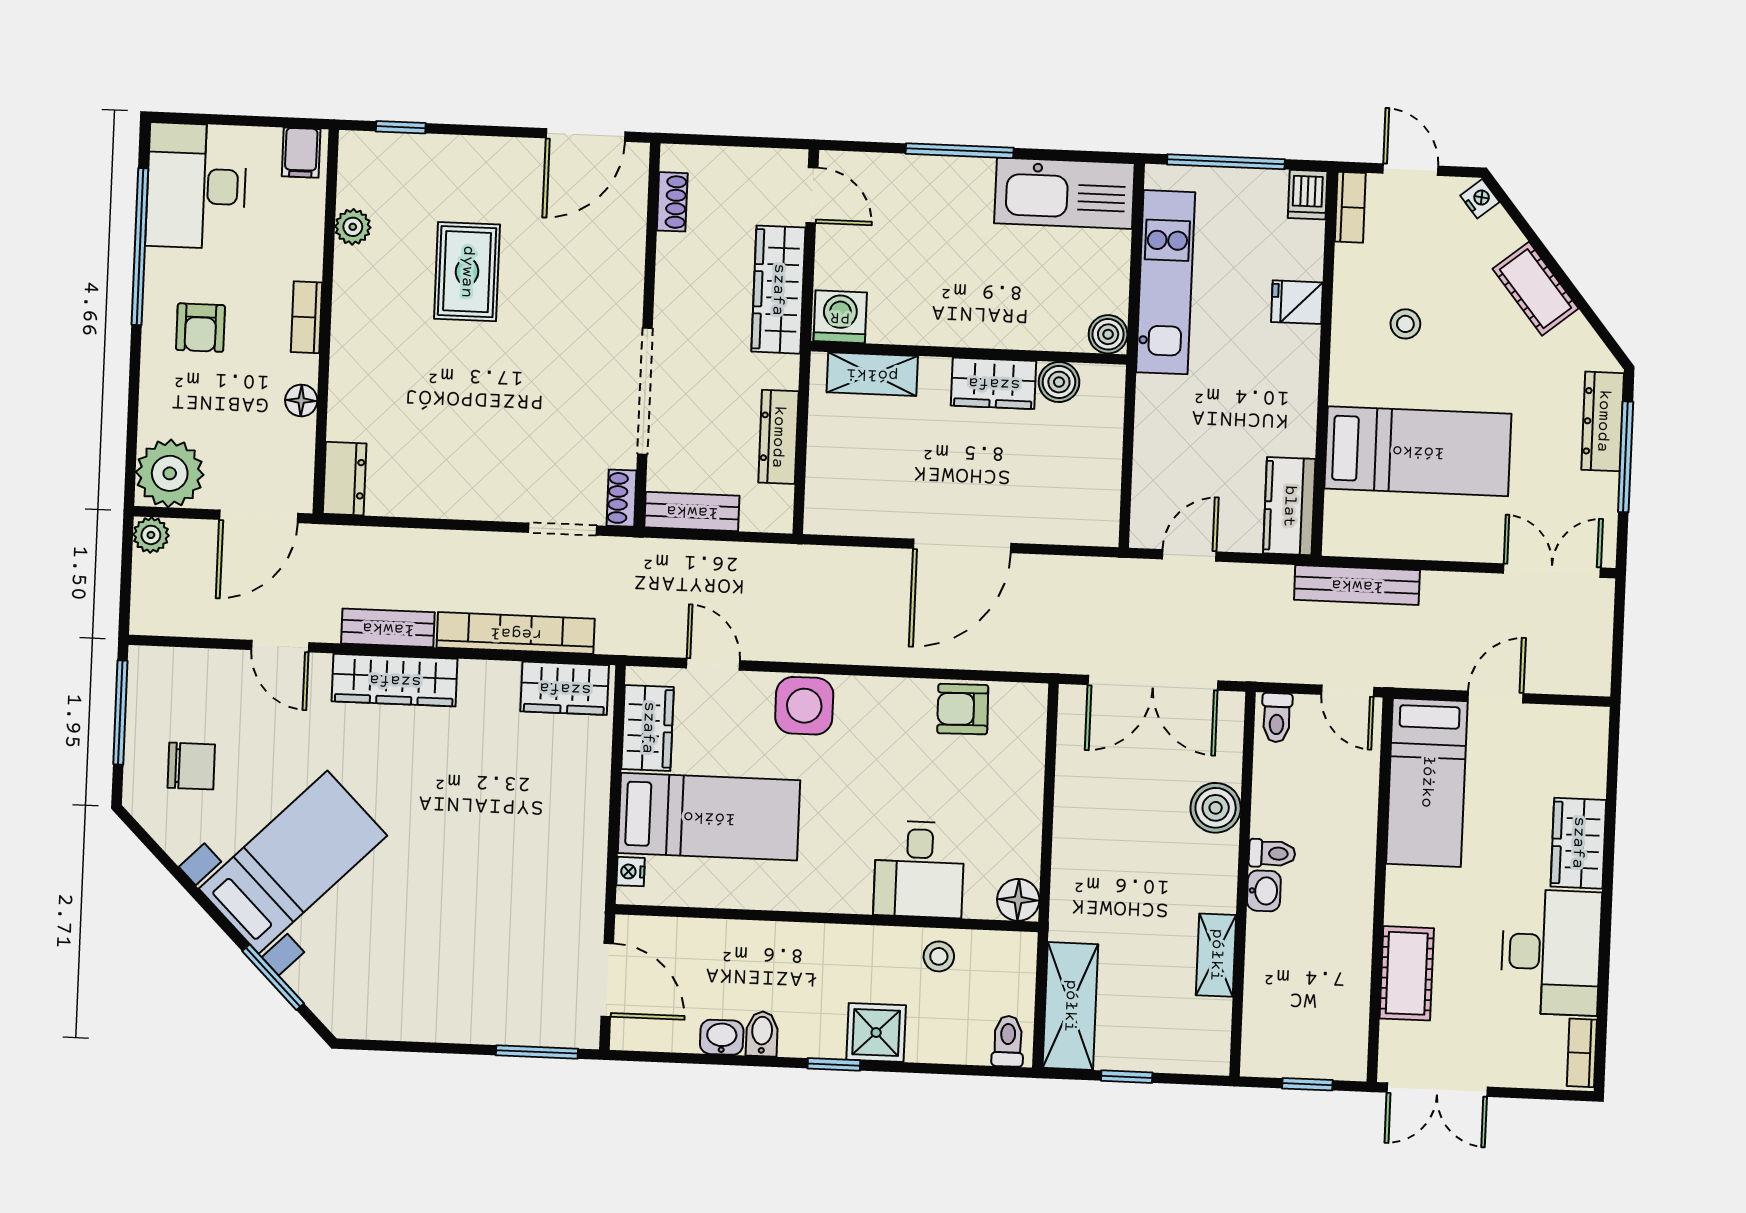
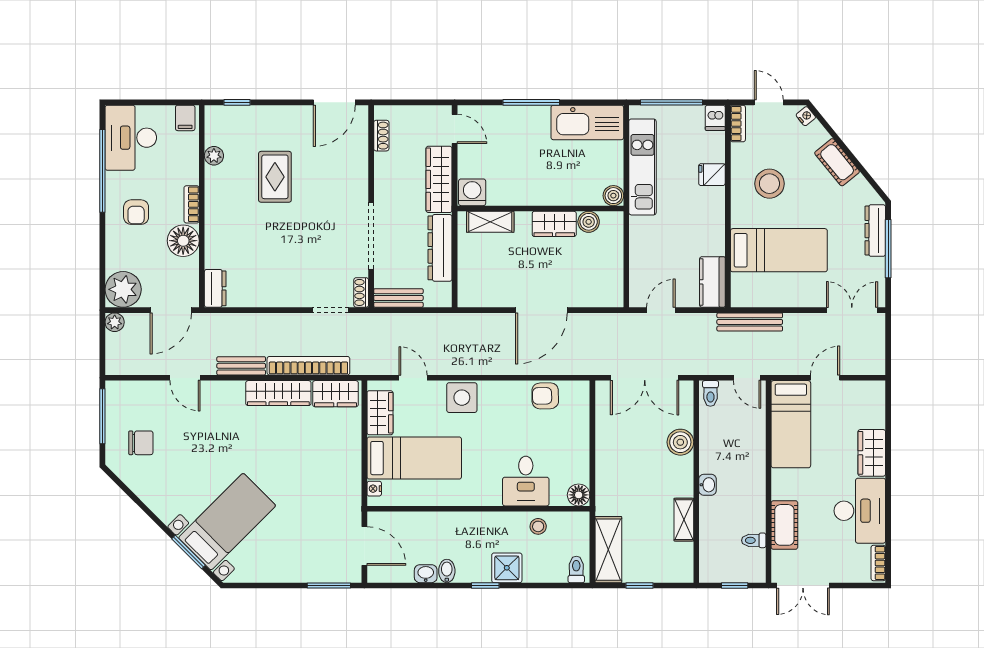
stool: (1405, 324) -> (769, 184), width x1.89, depth x1.89
floor lamp: (301, 400) -> (183, 241), width x1.89, depth x1.89
dresser: (778, 437) -> (440, 248), width x1.37, depth x1.24
wardrobe: (395, 680) -> (278, 393), moved
toilet: (1272, 853) -> (754, 540), moved, turned 180
bed with nightstands: (293, 862) -> (227, 522), moved

